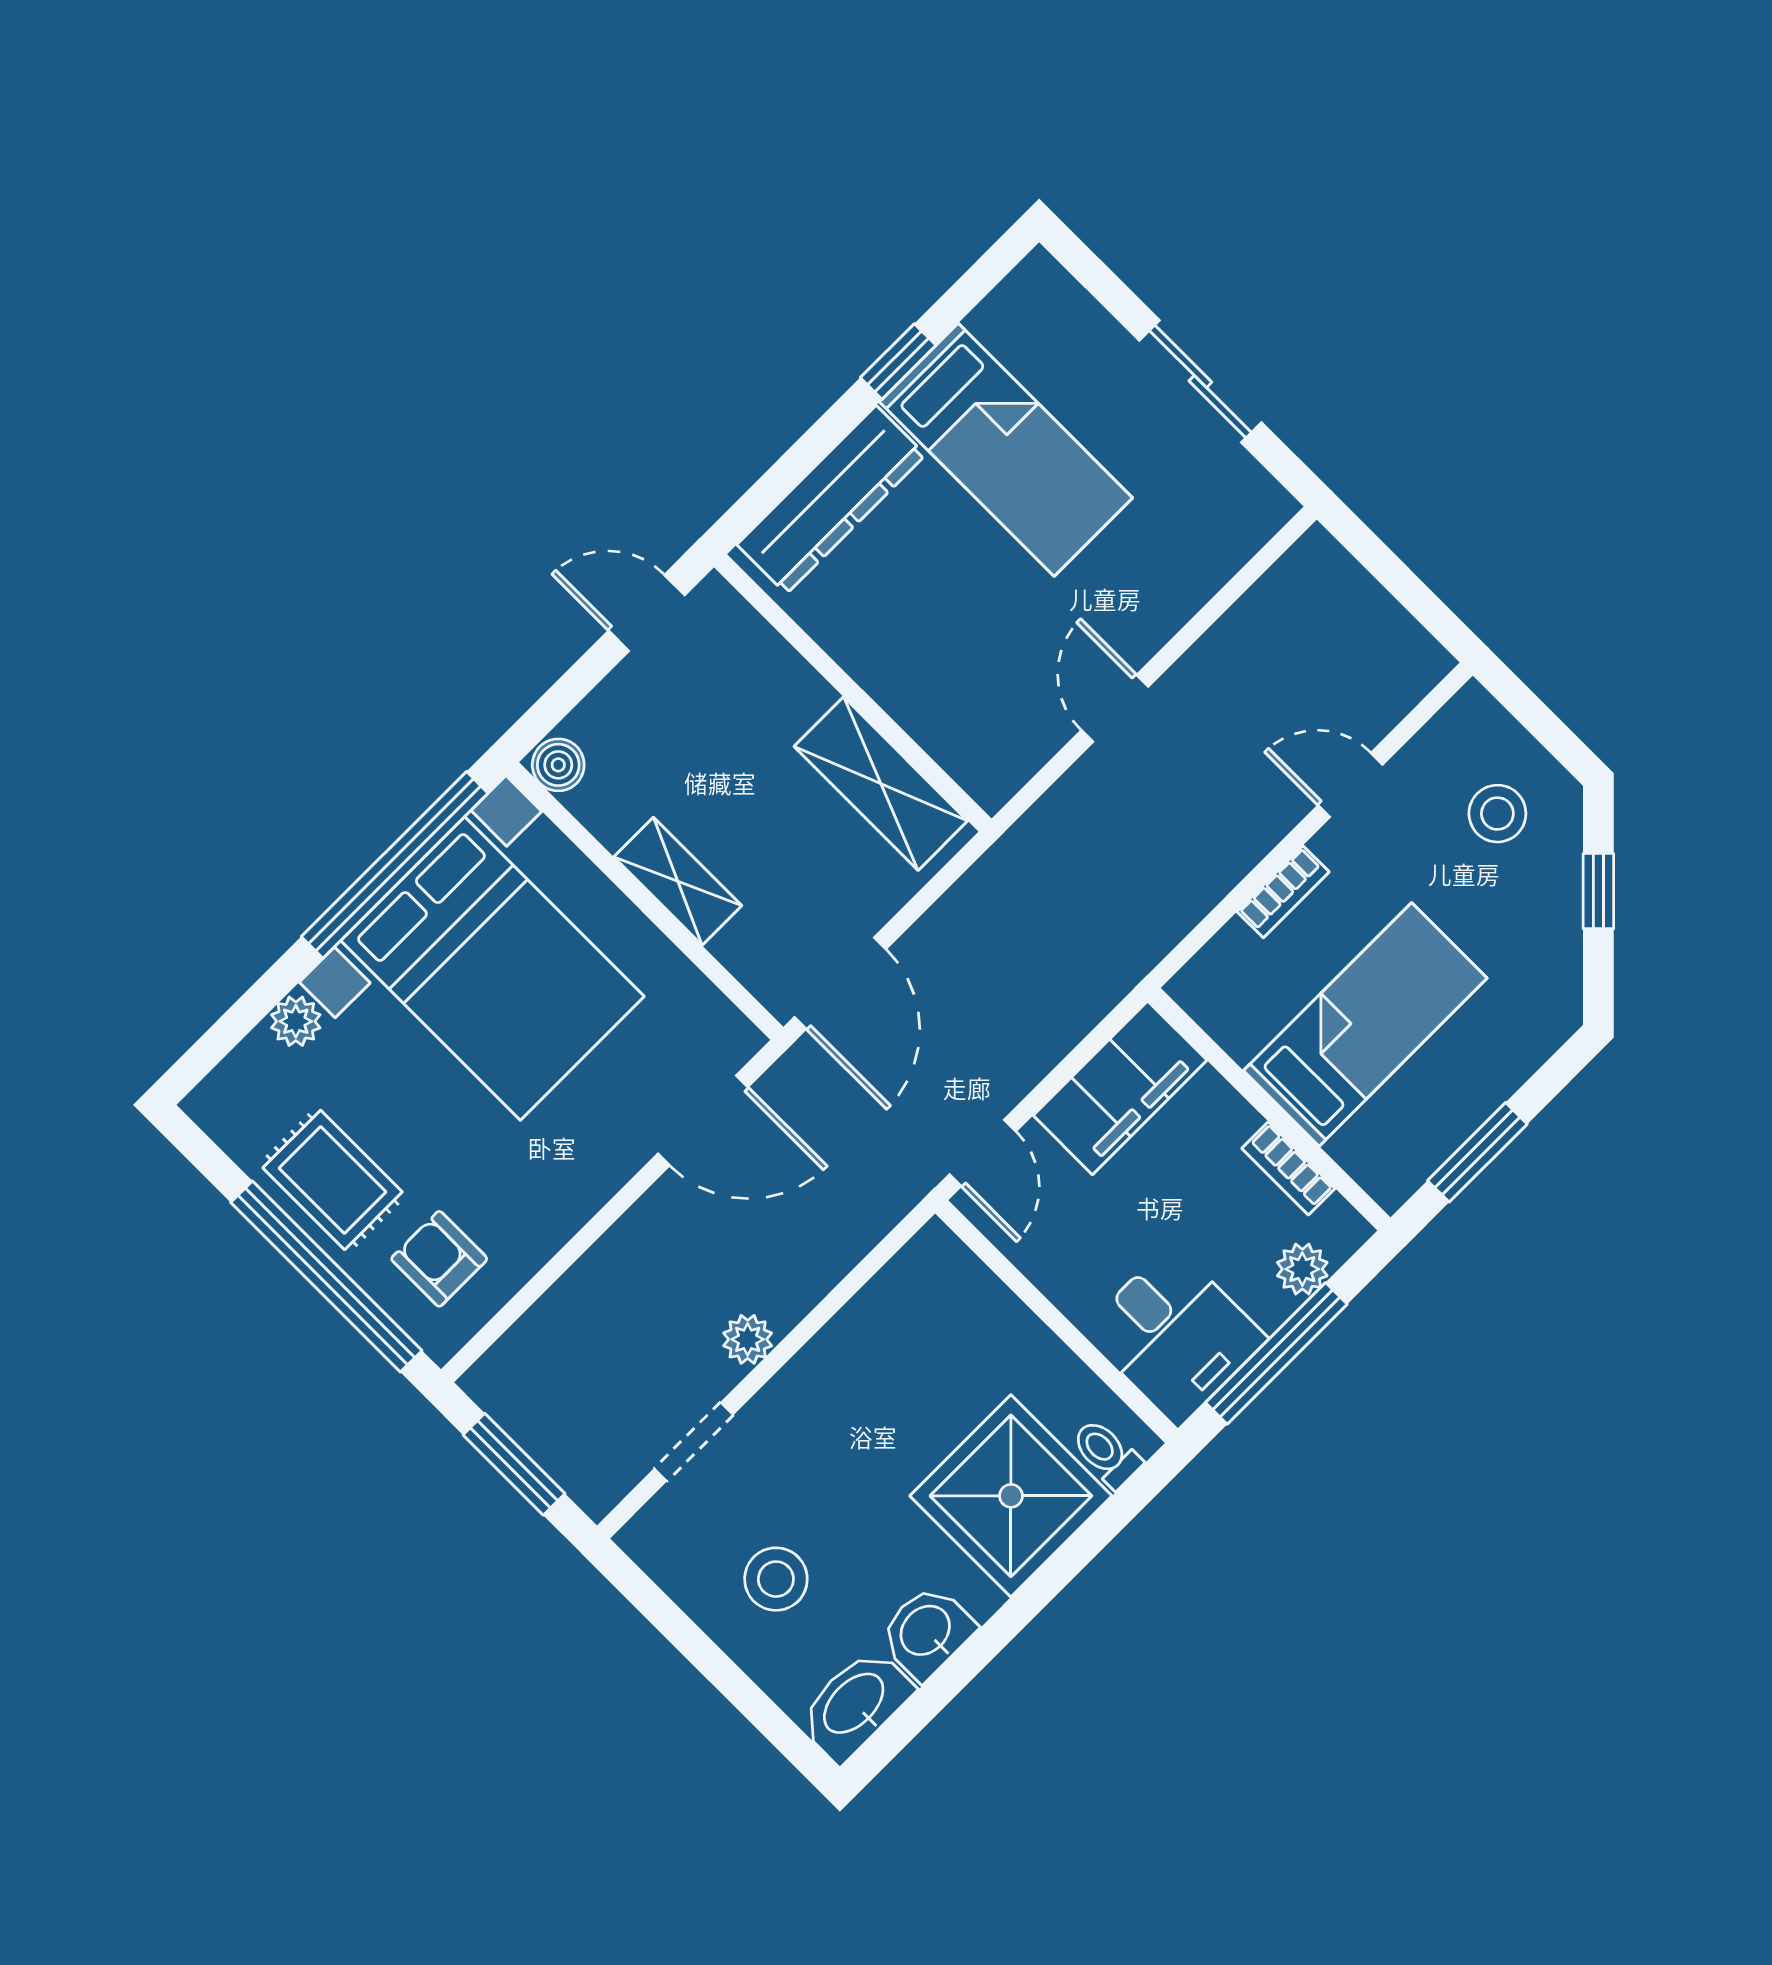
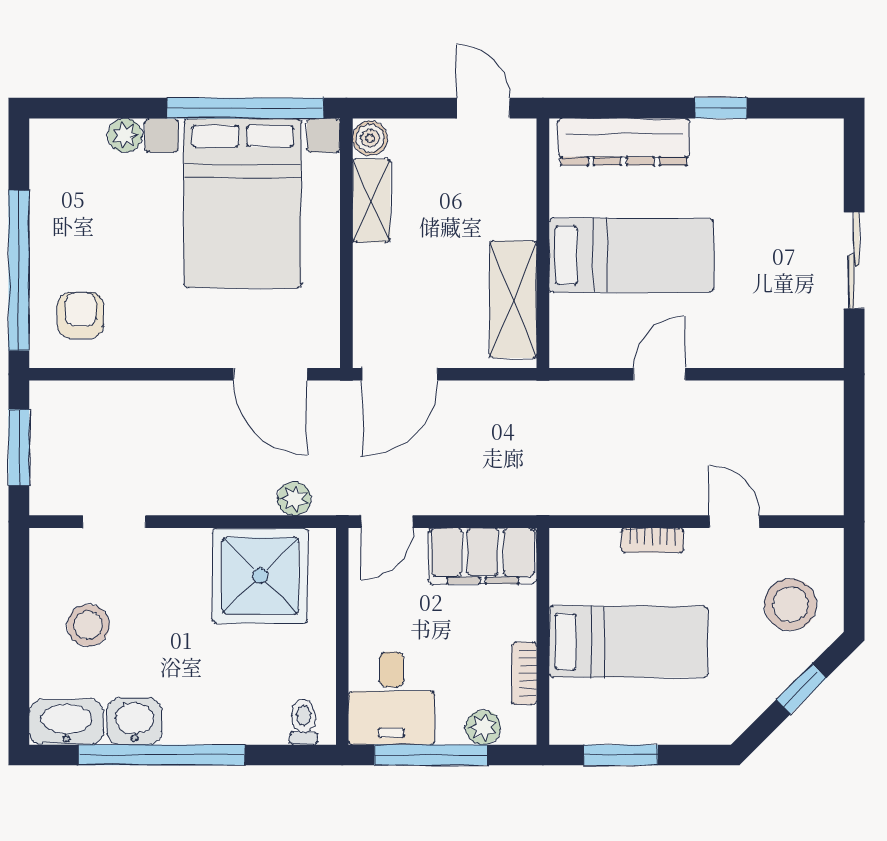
bed: (1006, 450) -> (631, 255), moved, turned -90
stool: (1497, 814) -> (790, 605), width x1.38, depth x1.38
shelving: (678, 881) -> (371, 201), moved
rug: (333, 1180) -> (67, 228), removed
plant: (748, 1339) -> (294, 499), moved
shower: (1011, 1496) -> (260, 576), moved
window: (991, 1638) -> (162, 755), added

